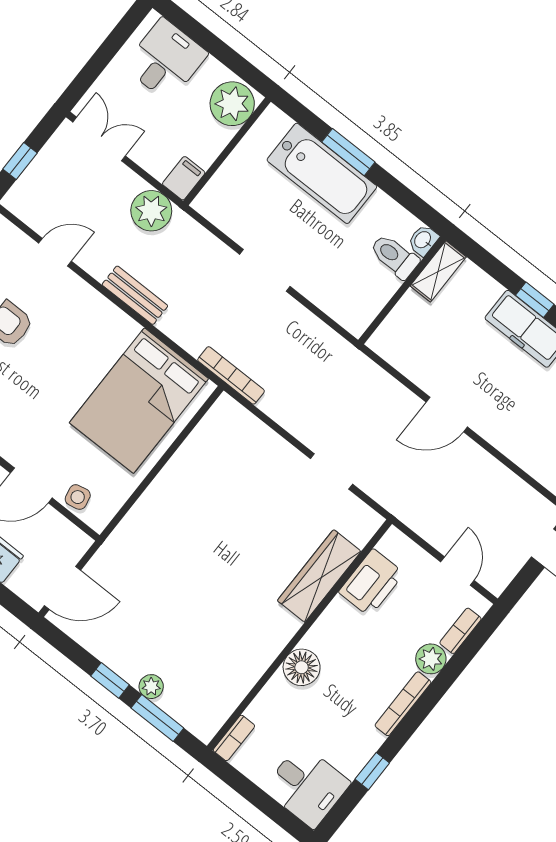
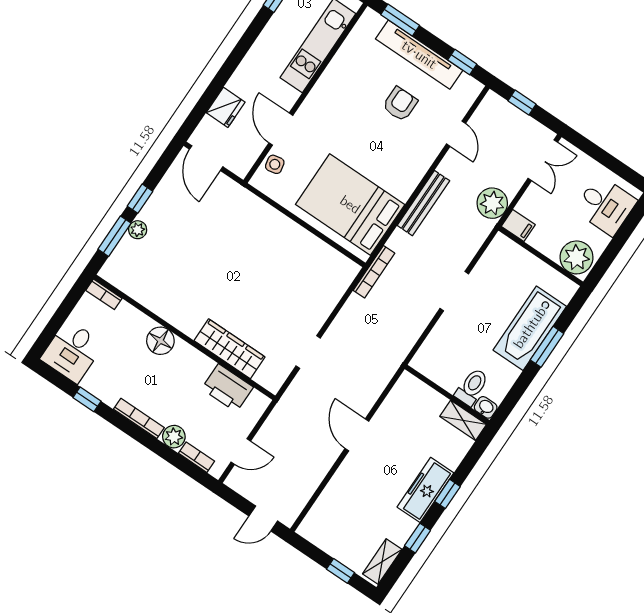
bench: (135, 295) -> (423, 203), width x1.36

